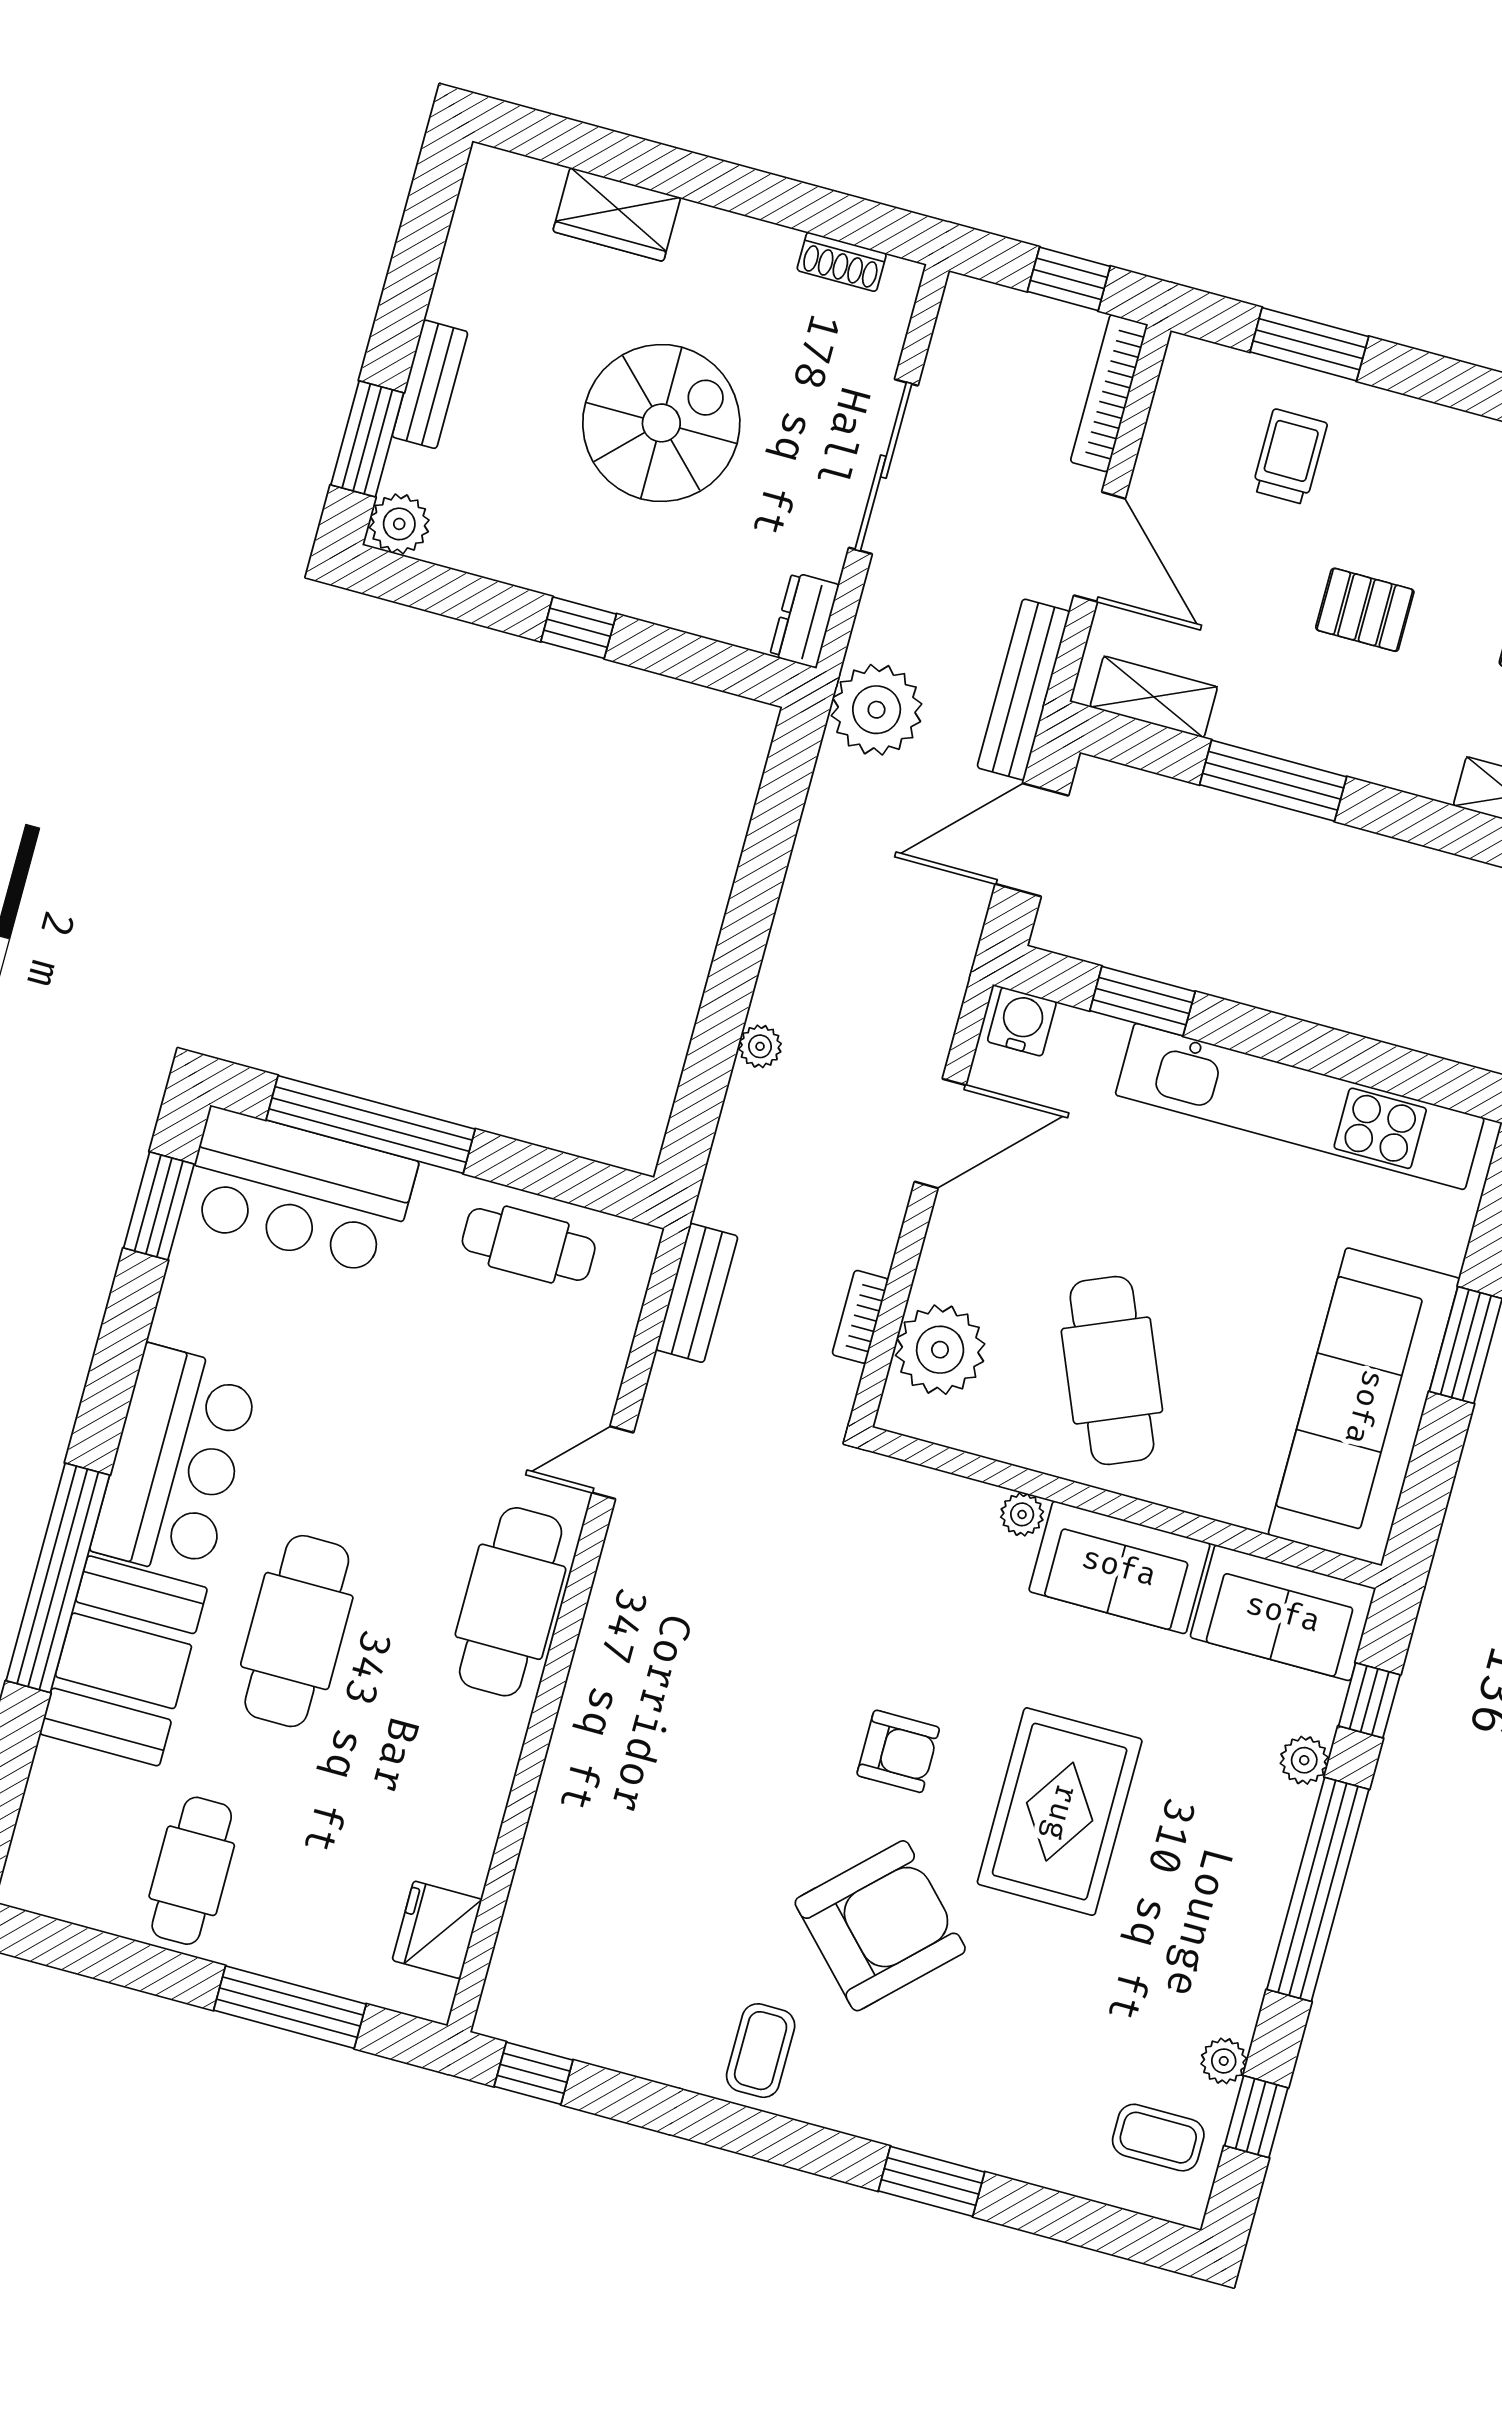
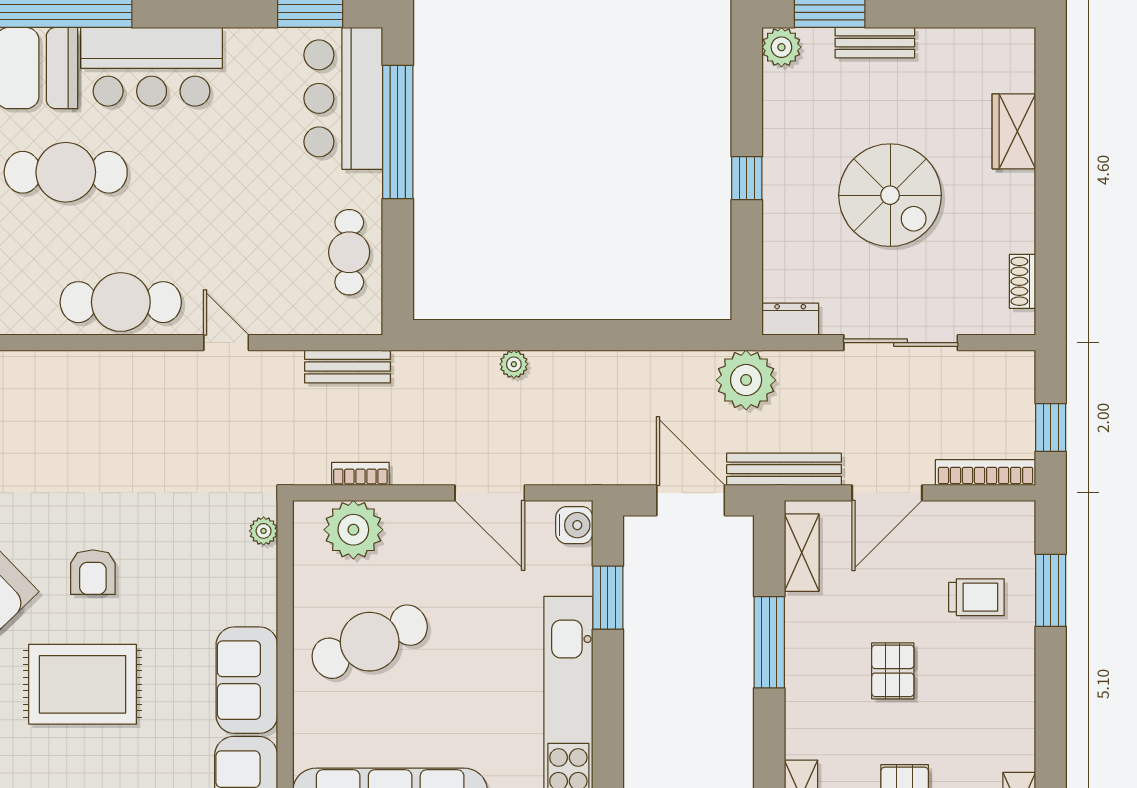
plant: (1022, 1514) -> (264, 531), moved

